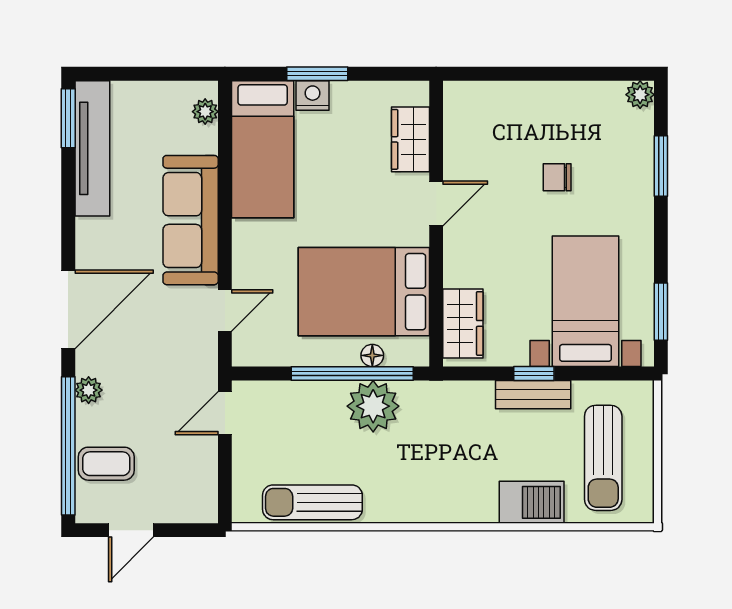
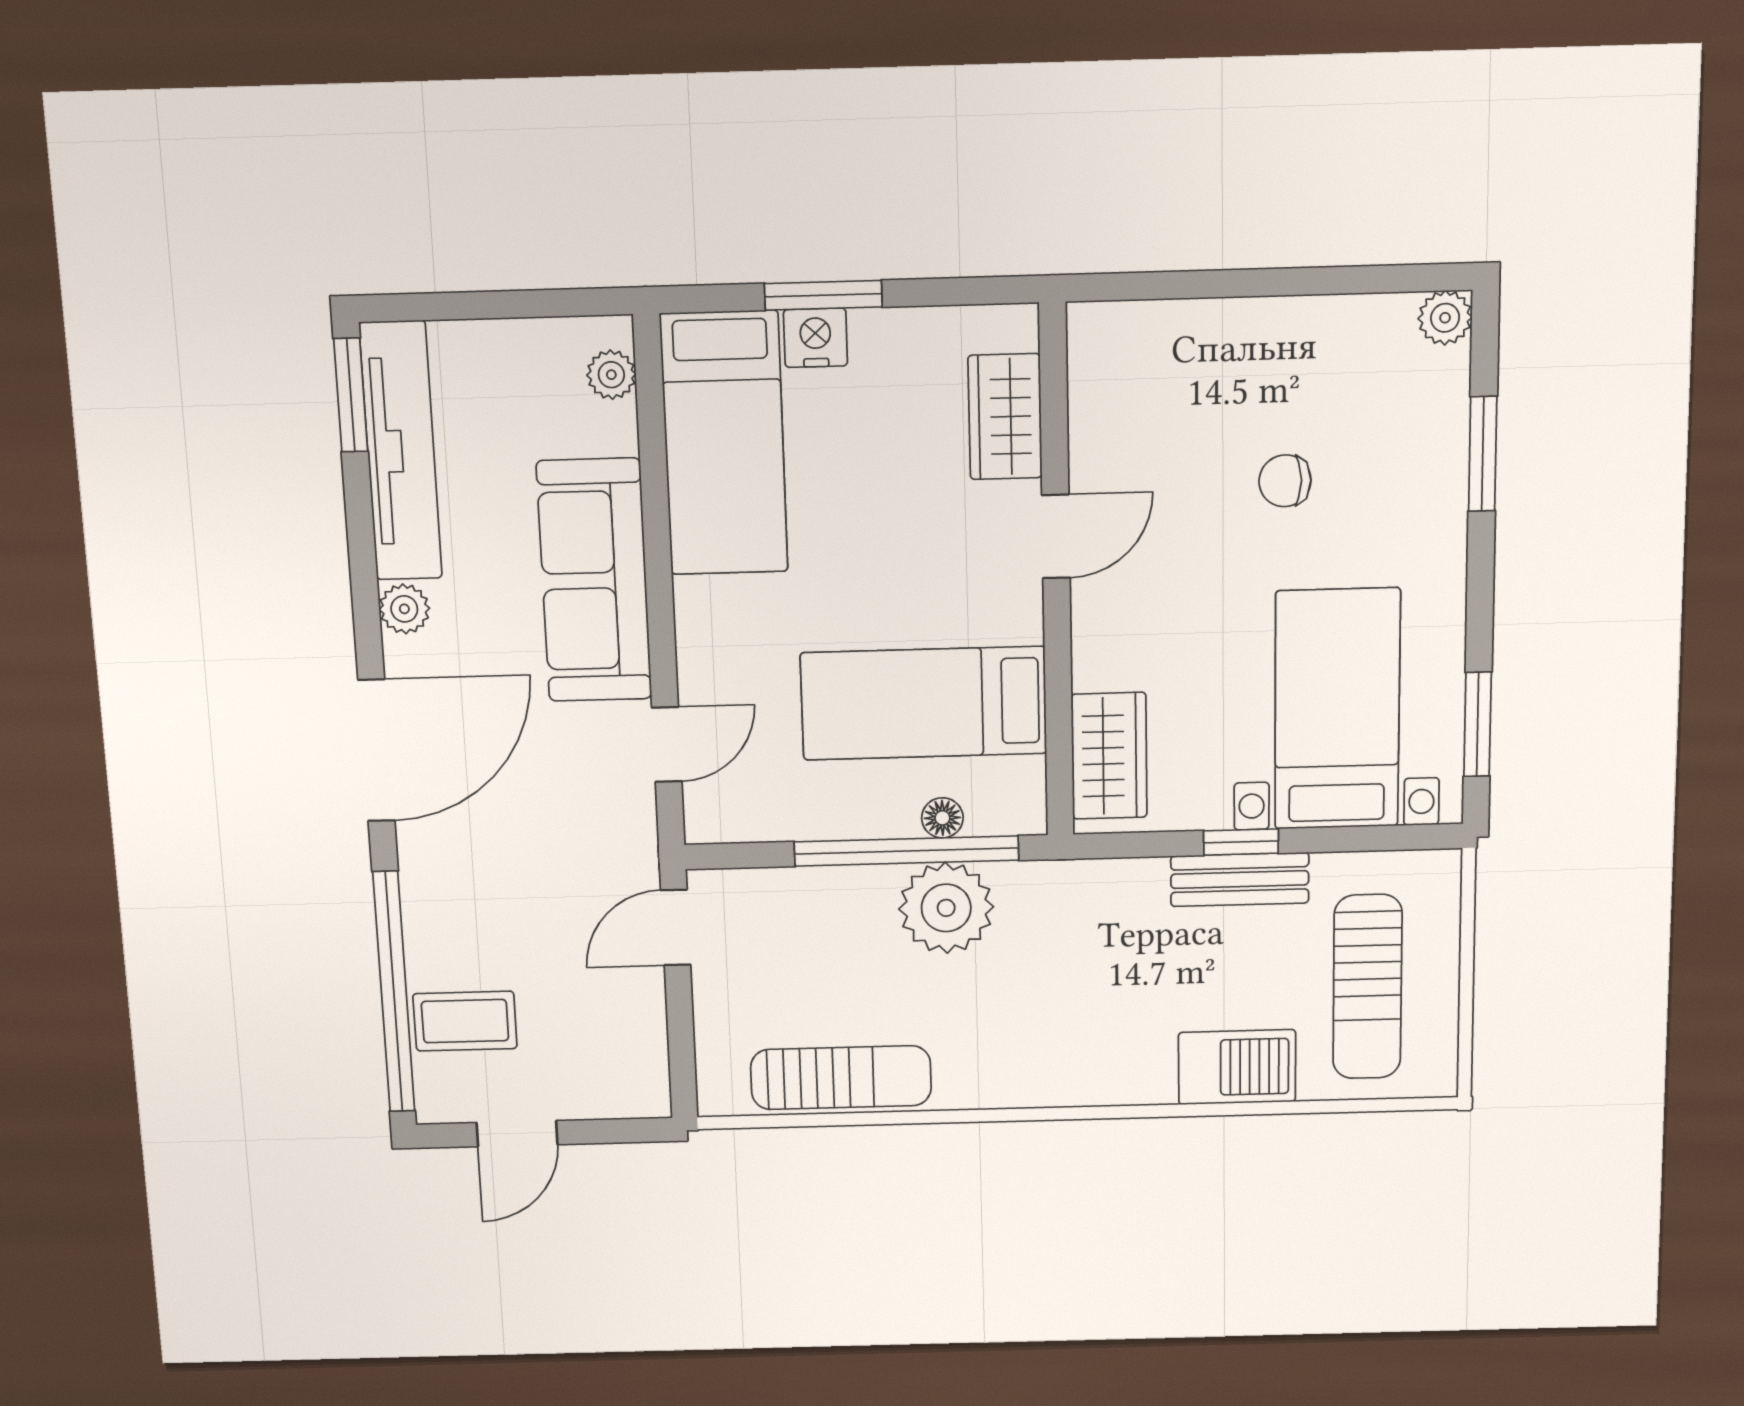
bed: (364, 292) -> (924, 703), width x0.67
plant: (89, 390) -> (404, 609), moved
sun lounger: (312, 502) -> (841, 1078), turned 180

